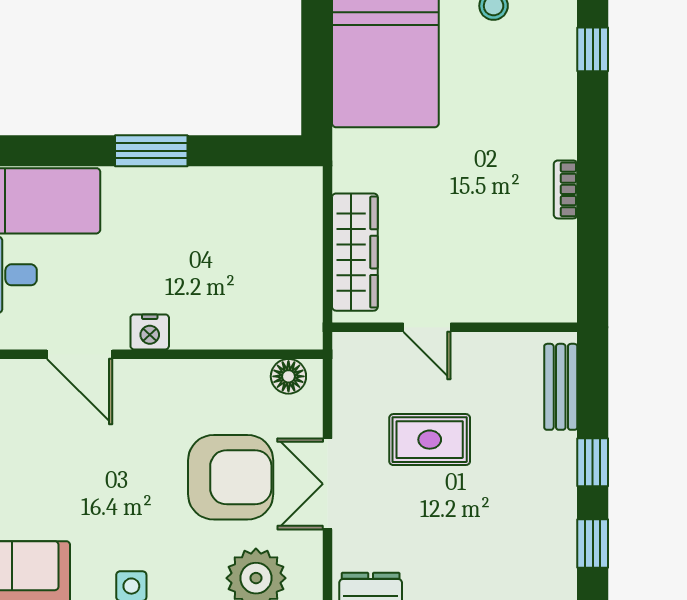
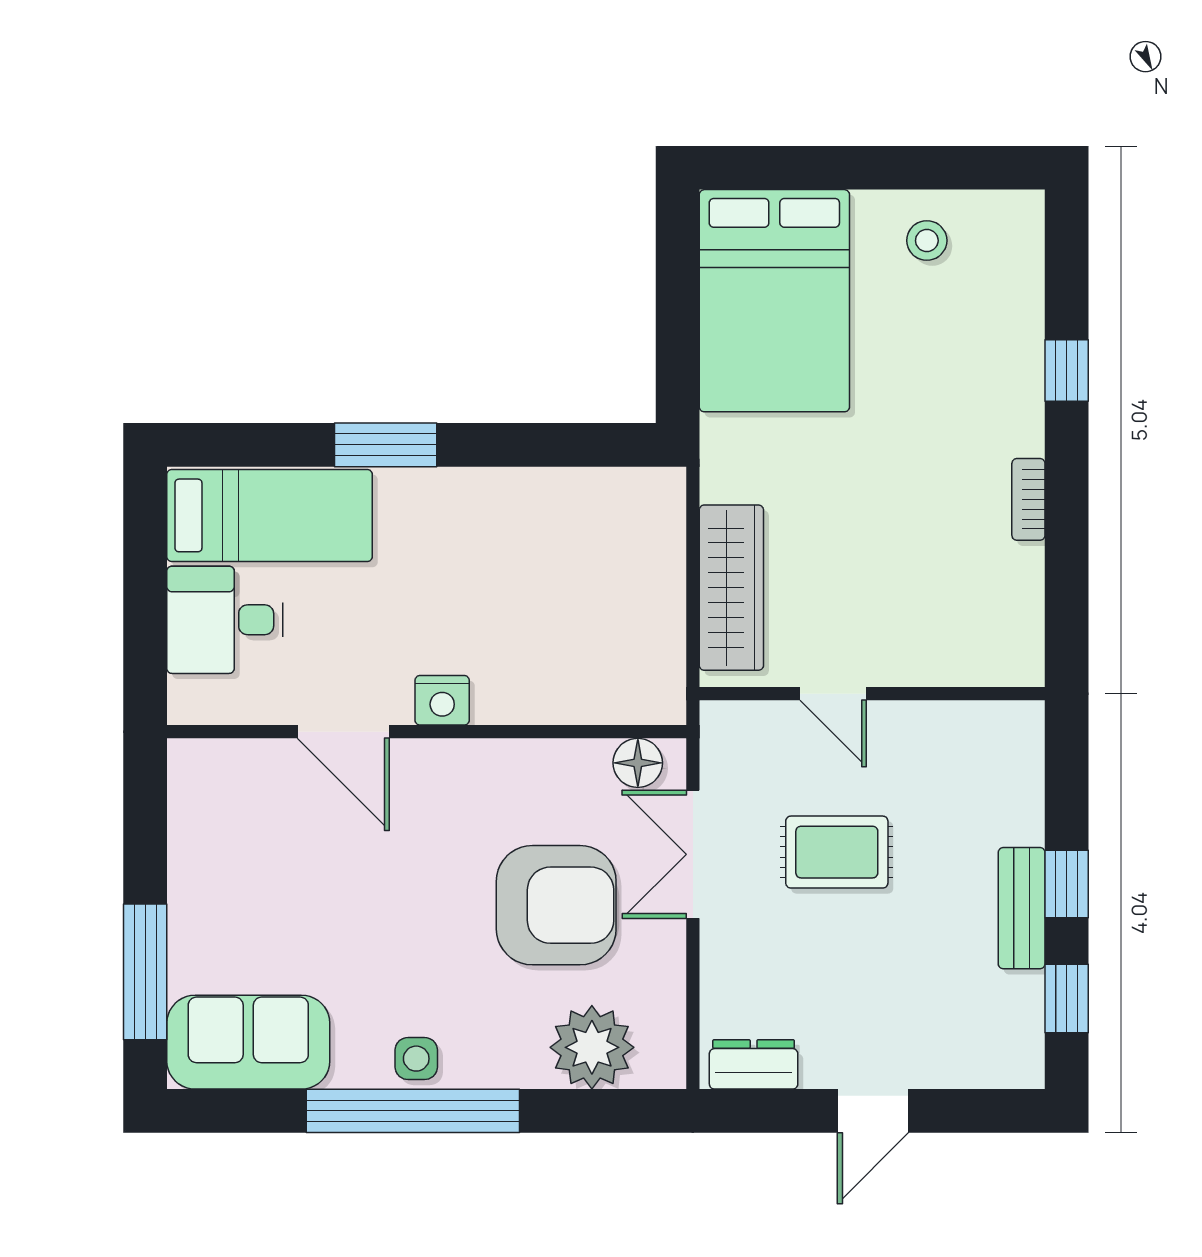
window: (593, 49) -> (1067, 370), moved
window: (151, 151) -> (386, 445), moved
bench: (561, 387) -> (1022, 908), moved
double door: (327, 484) -> (693, 854), moved

